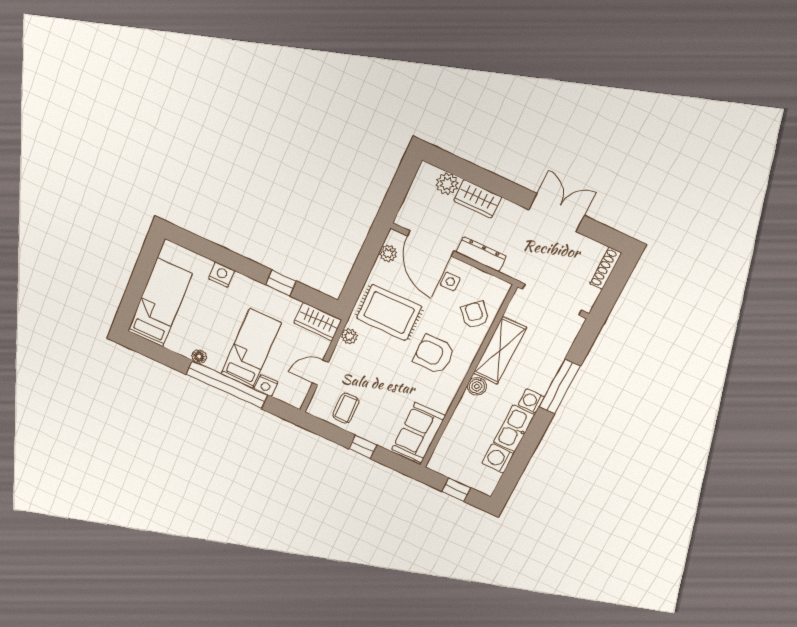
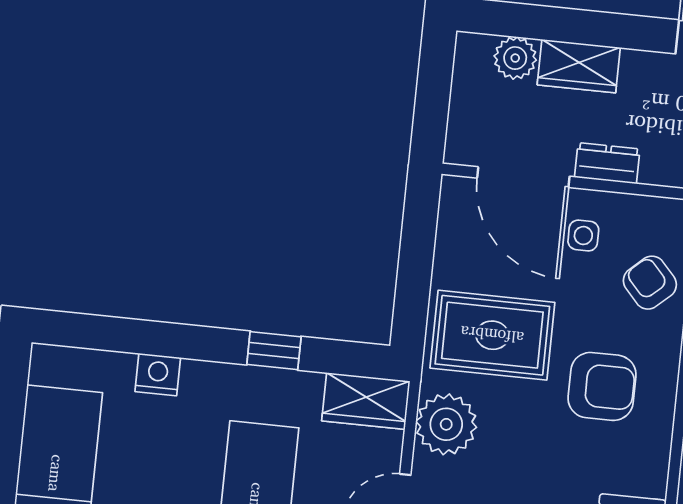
plant: (388, 253) -> (453, 223), removed
dresser: (481, 254) -> (607, 163), width x0.70
plant: (349, 336) -> (446, 424), width x1.88, depth x1.88
armchair: (434, 354) -> (602, 386), turned 180

